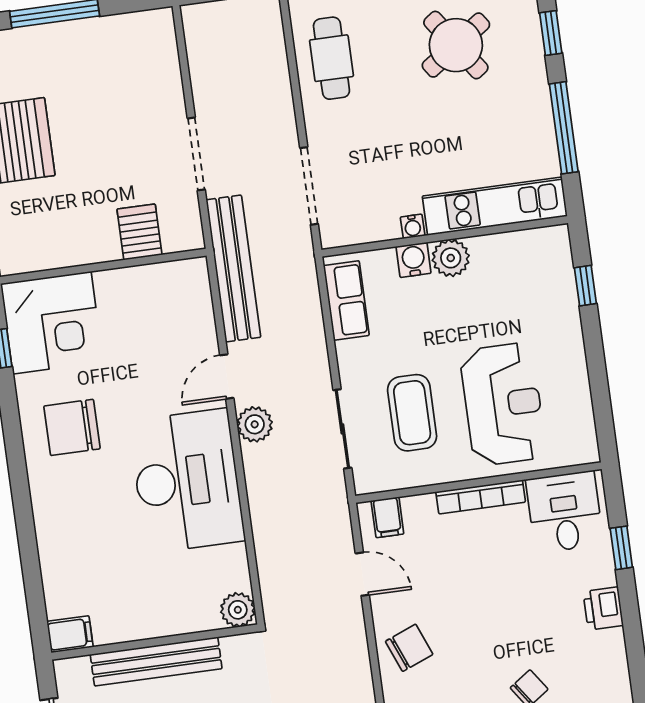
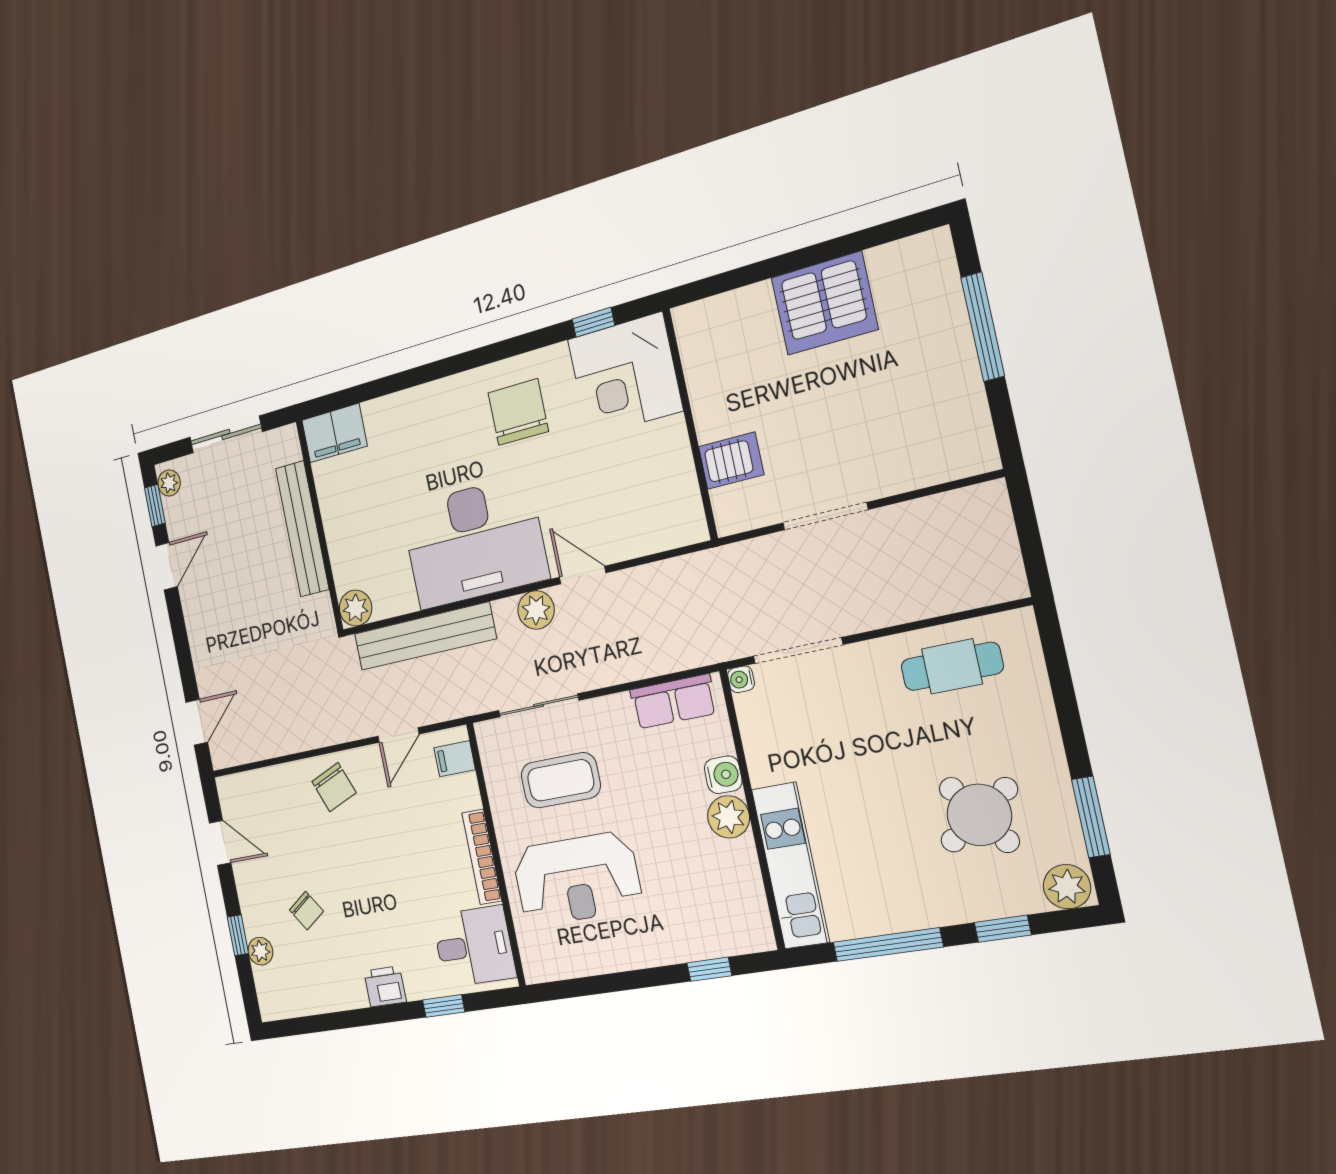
water cooler: (413, 226) -> (741, 679), moved
bench: (233, 268) -> (425, 636), moved
filing cabinet: (70, 634) -> (334, 433), width x2.00

